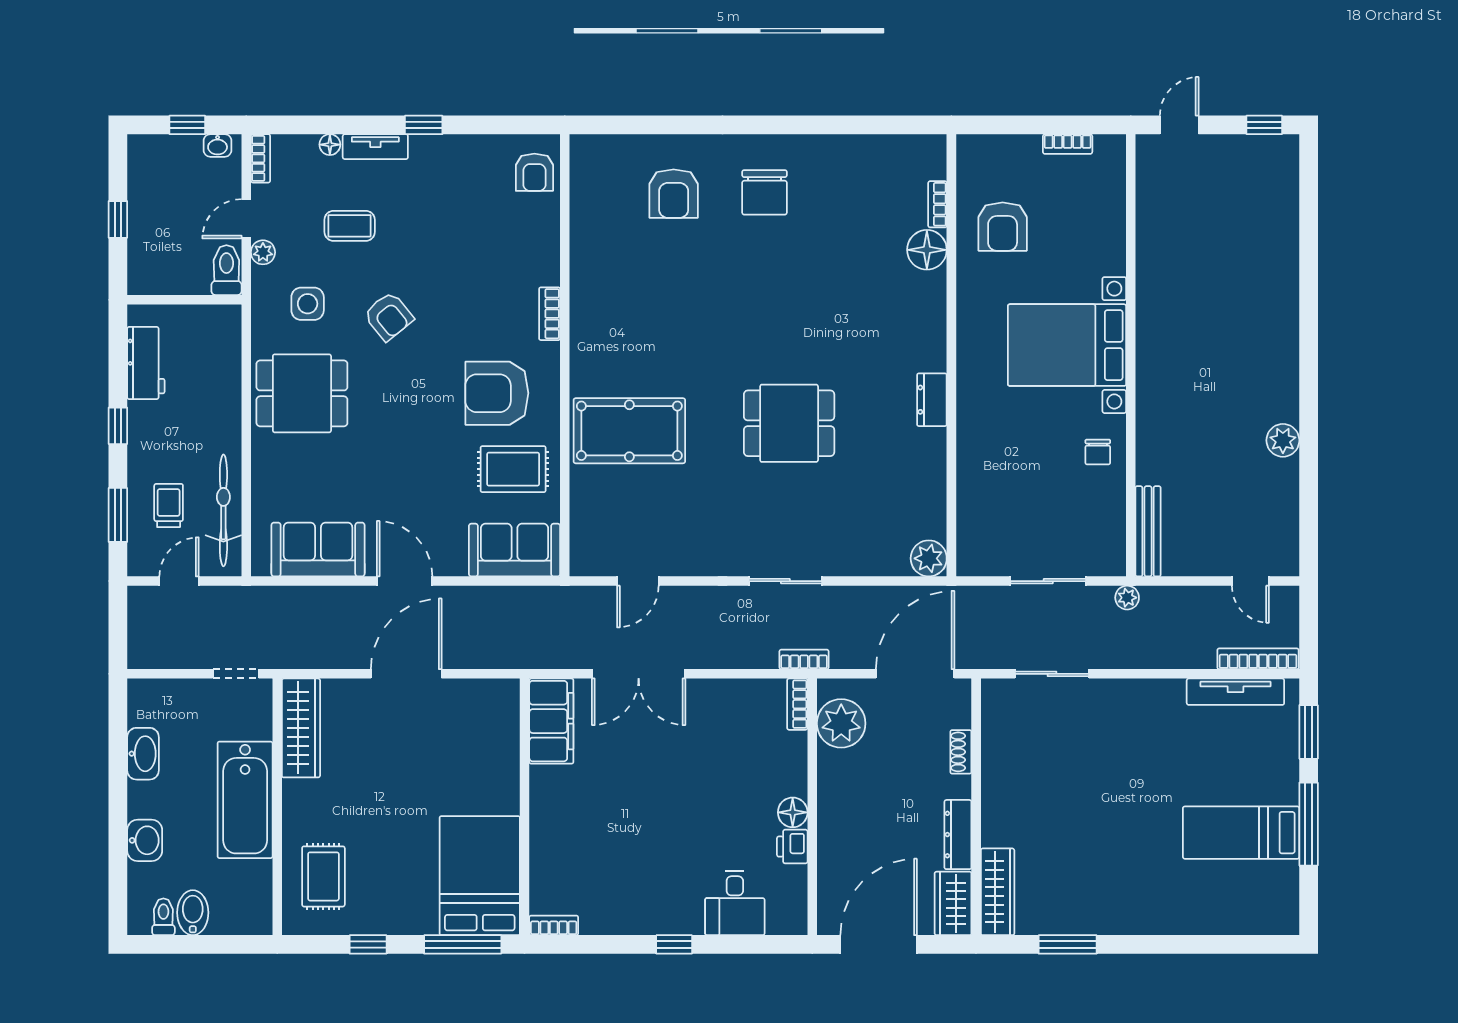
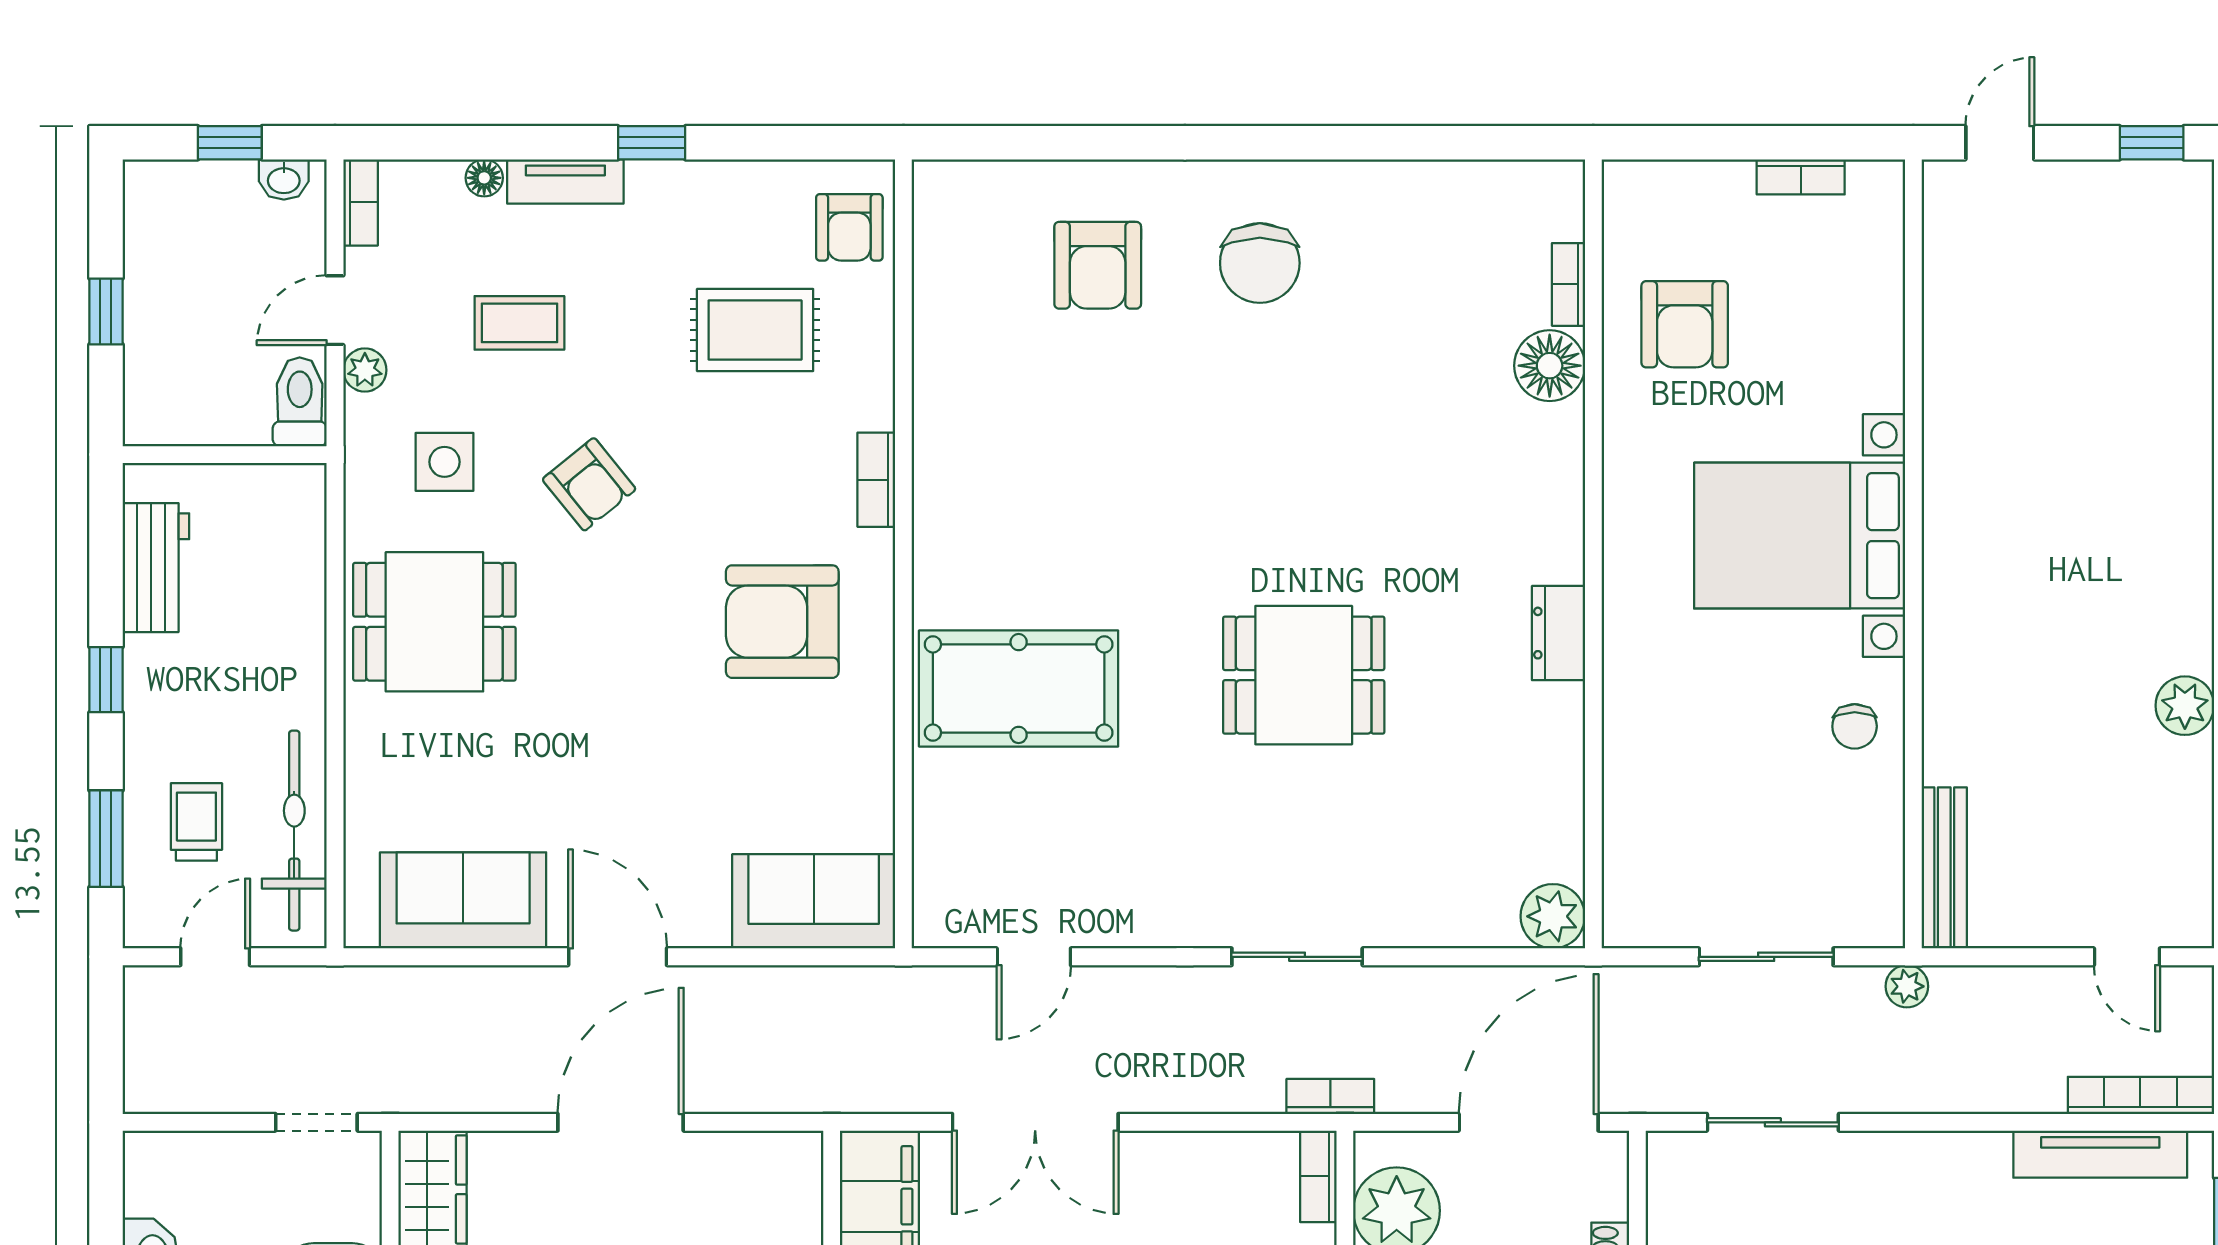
rug: (513, 469) -> (755, 330), moved

